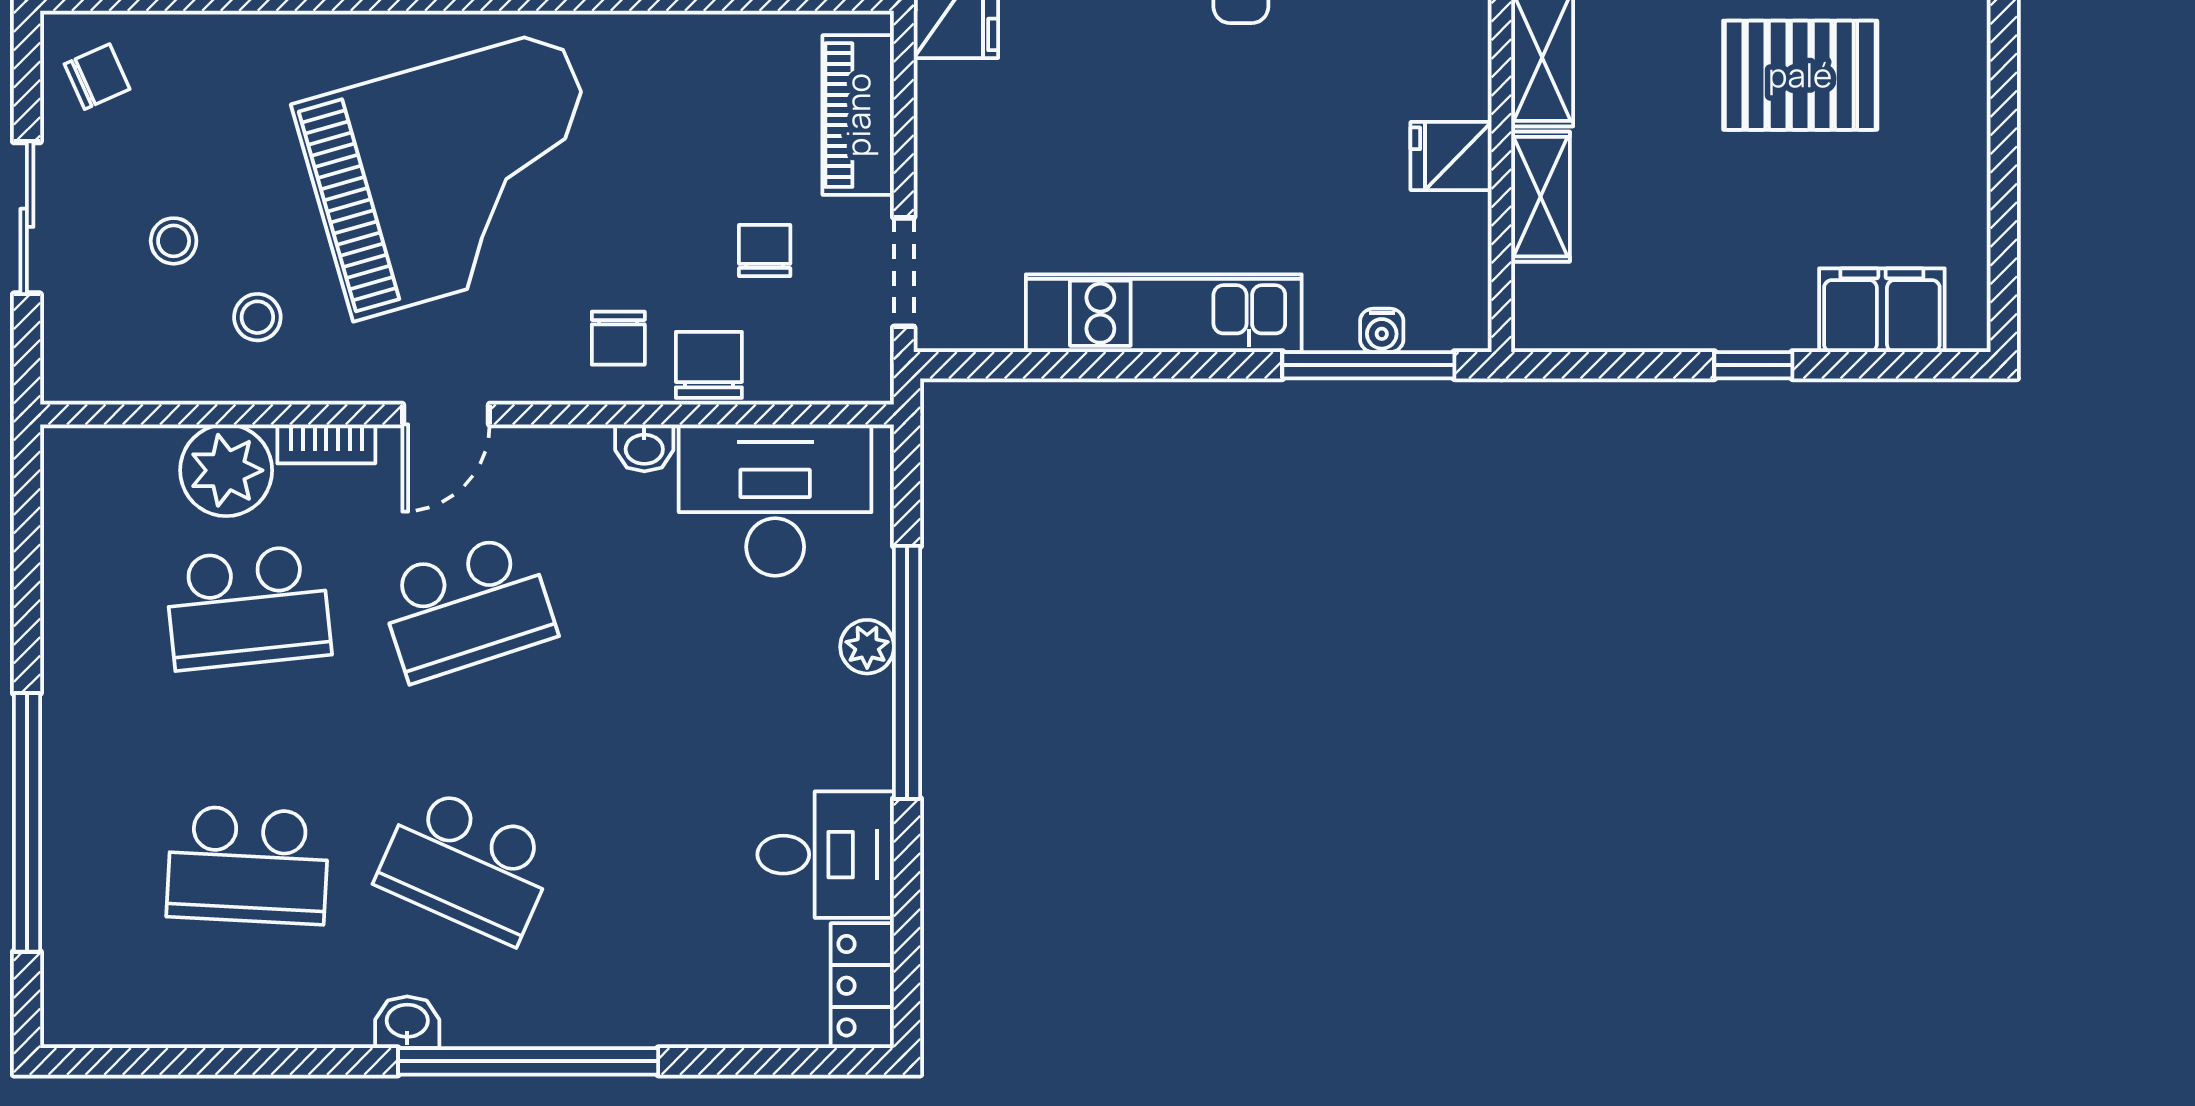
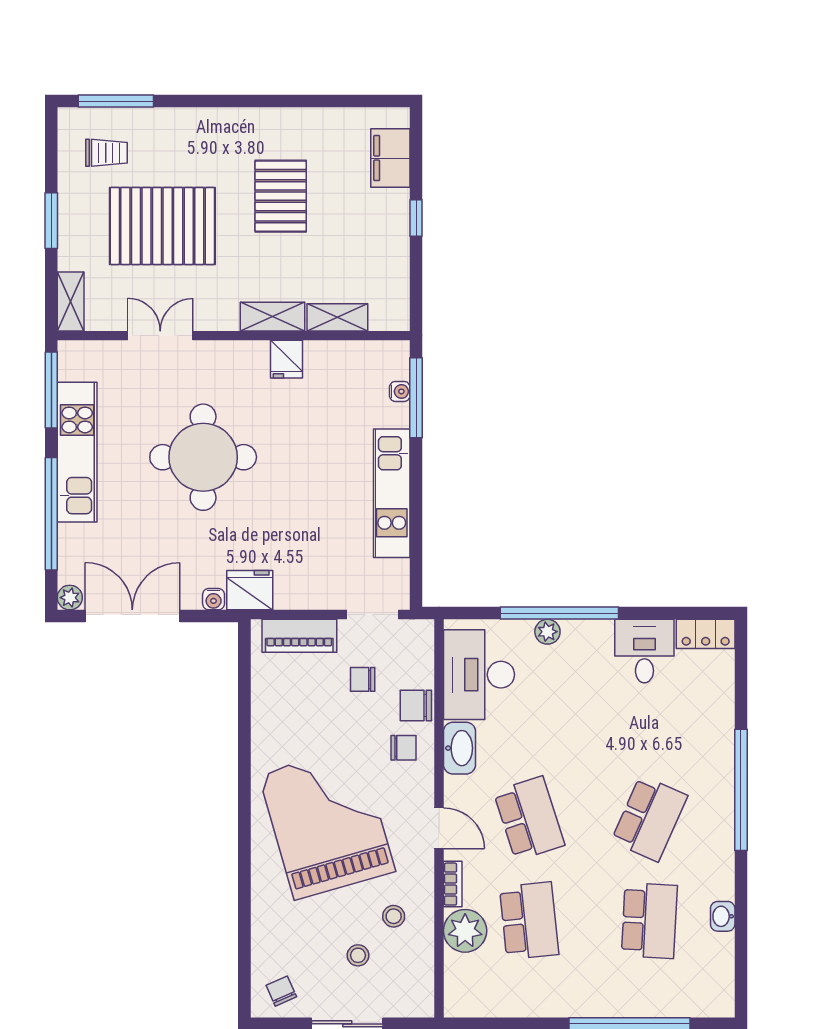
fridge: (1451, 156) -> (287, 359), moved
washbasin: (644, 448) -> (460, 748), width x1.91, depth x1.45
washbasin: (407, 1022) -> (723, 916), moved

